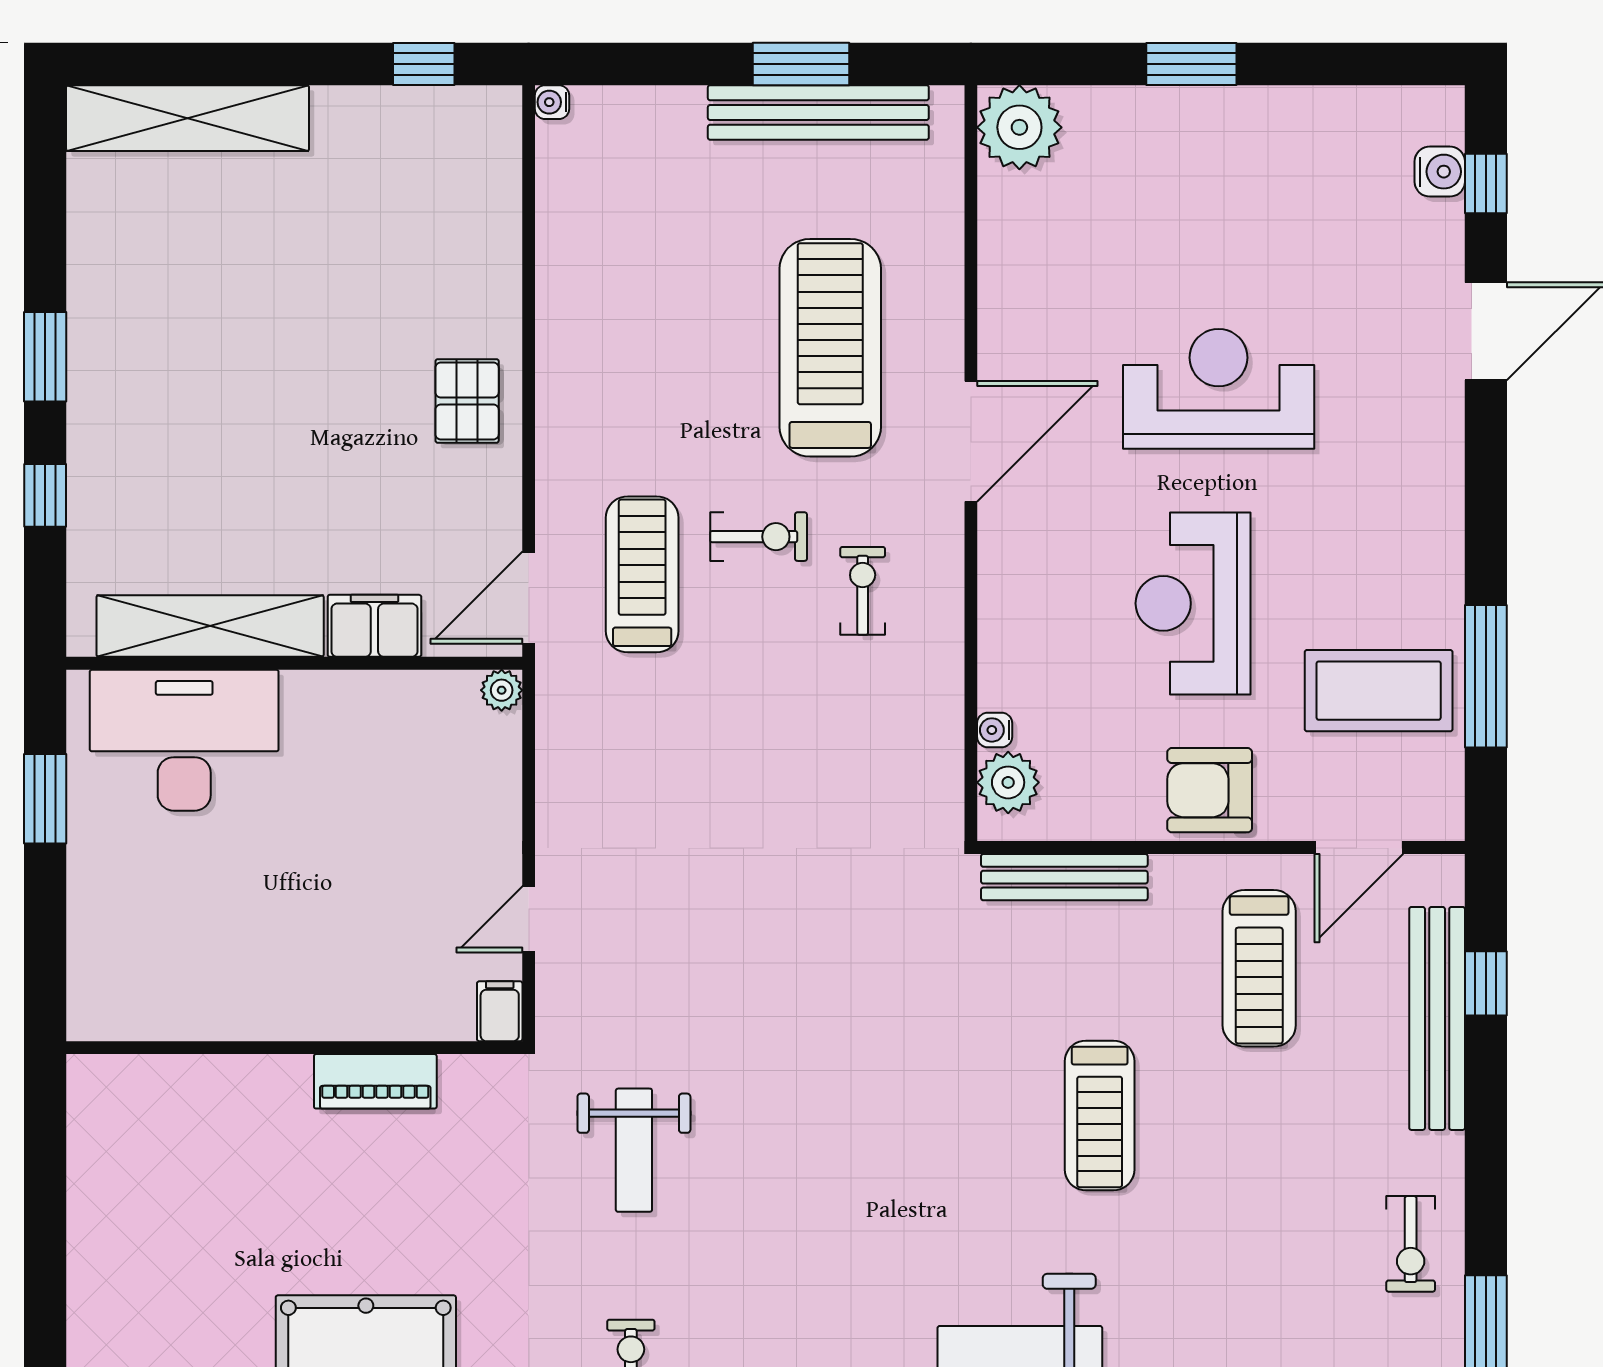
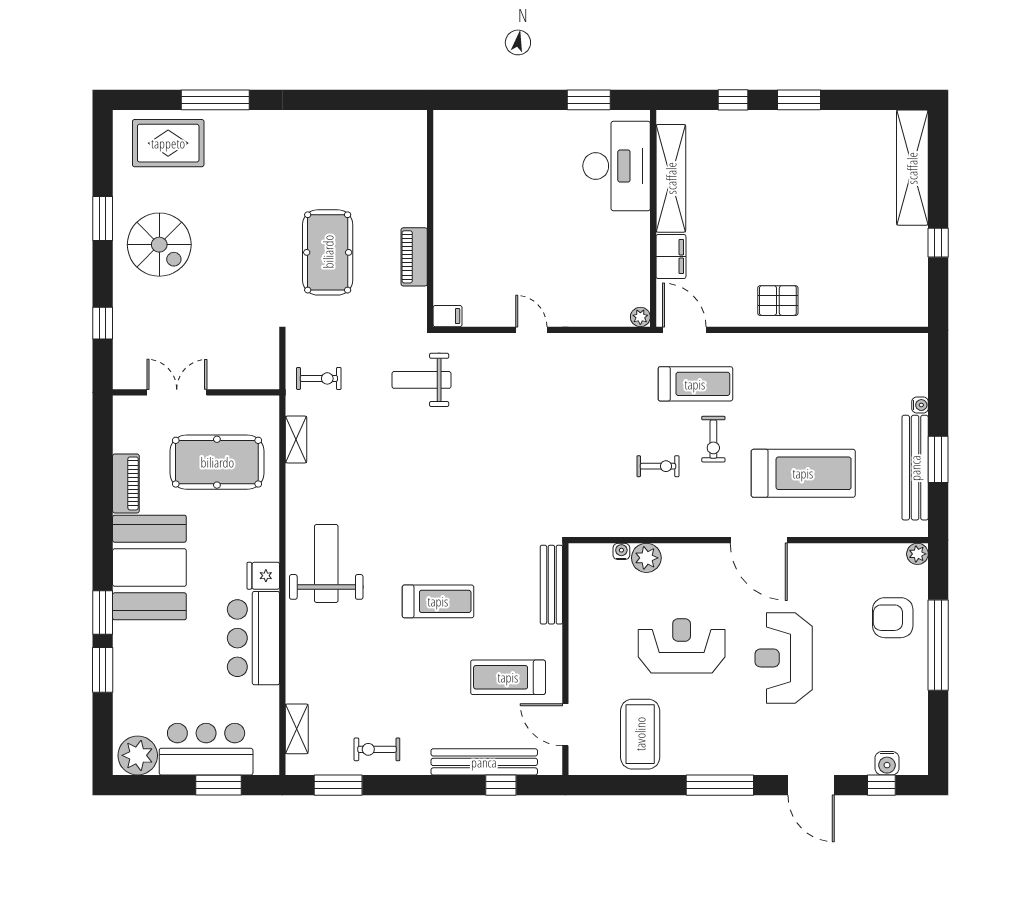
window: (424, 64) -> (938, 243), moved
window: (1191, 64) -> (938, 645), width x2.11
water cooler: (552, 102) -> (920, 405), moved, turned 90
plant: (1019, 127) -> (917, 554), width x0.53, depth x0.53
reception desk: (1219, 389) -> (784, 658), turned 180
exercise bike: (863, 591) -> (658, 466), moved
window: (1486, 676) -> (720, 785), moved
plant: (1008, 782) -> (646, 558), moved
armchair: (1210, 790) -> (893, 618), moved, turned -90
filing cabinet: (500, 1011) -> (448, 316), moved
wall: (294, 1048) -> (430, 218), moved
piano: (375, 1081) -> (414, 257), moved
treadmill: (1100, 1115) -> (438, 601), turned 180

